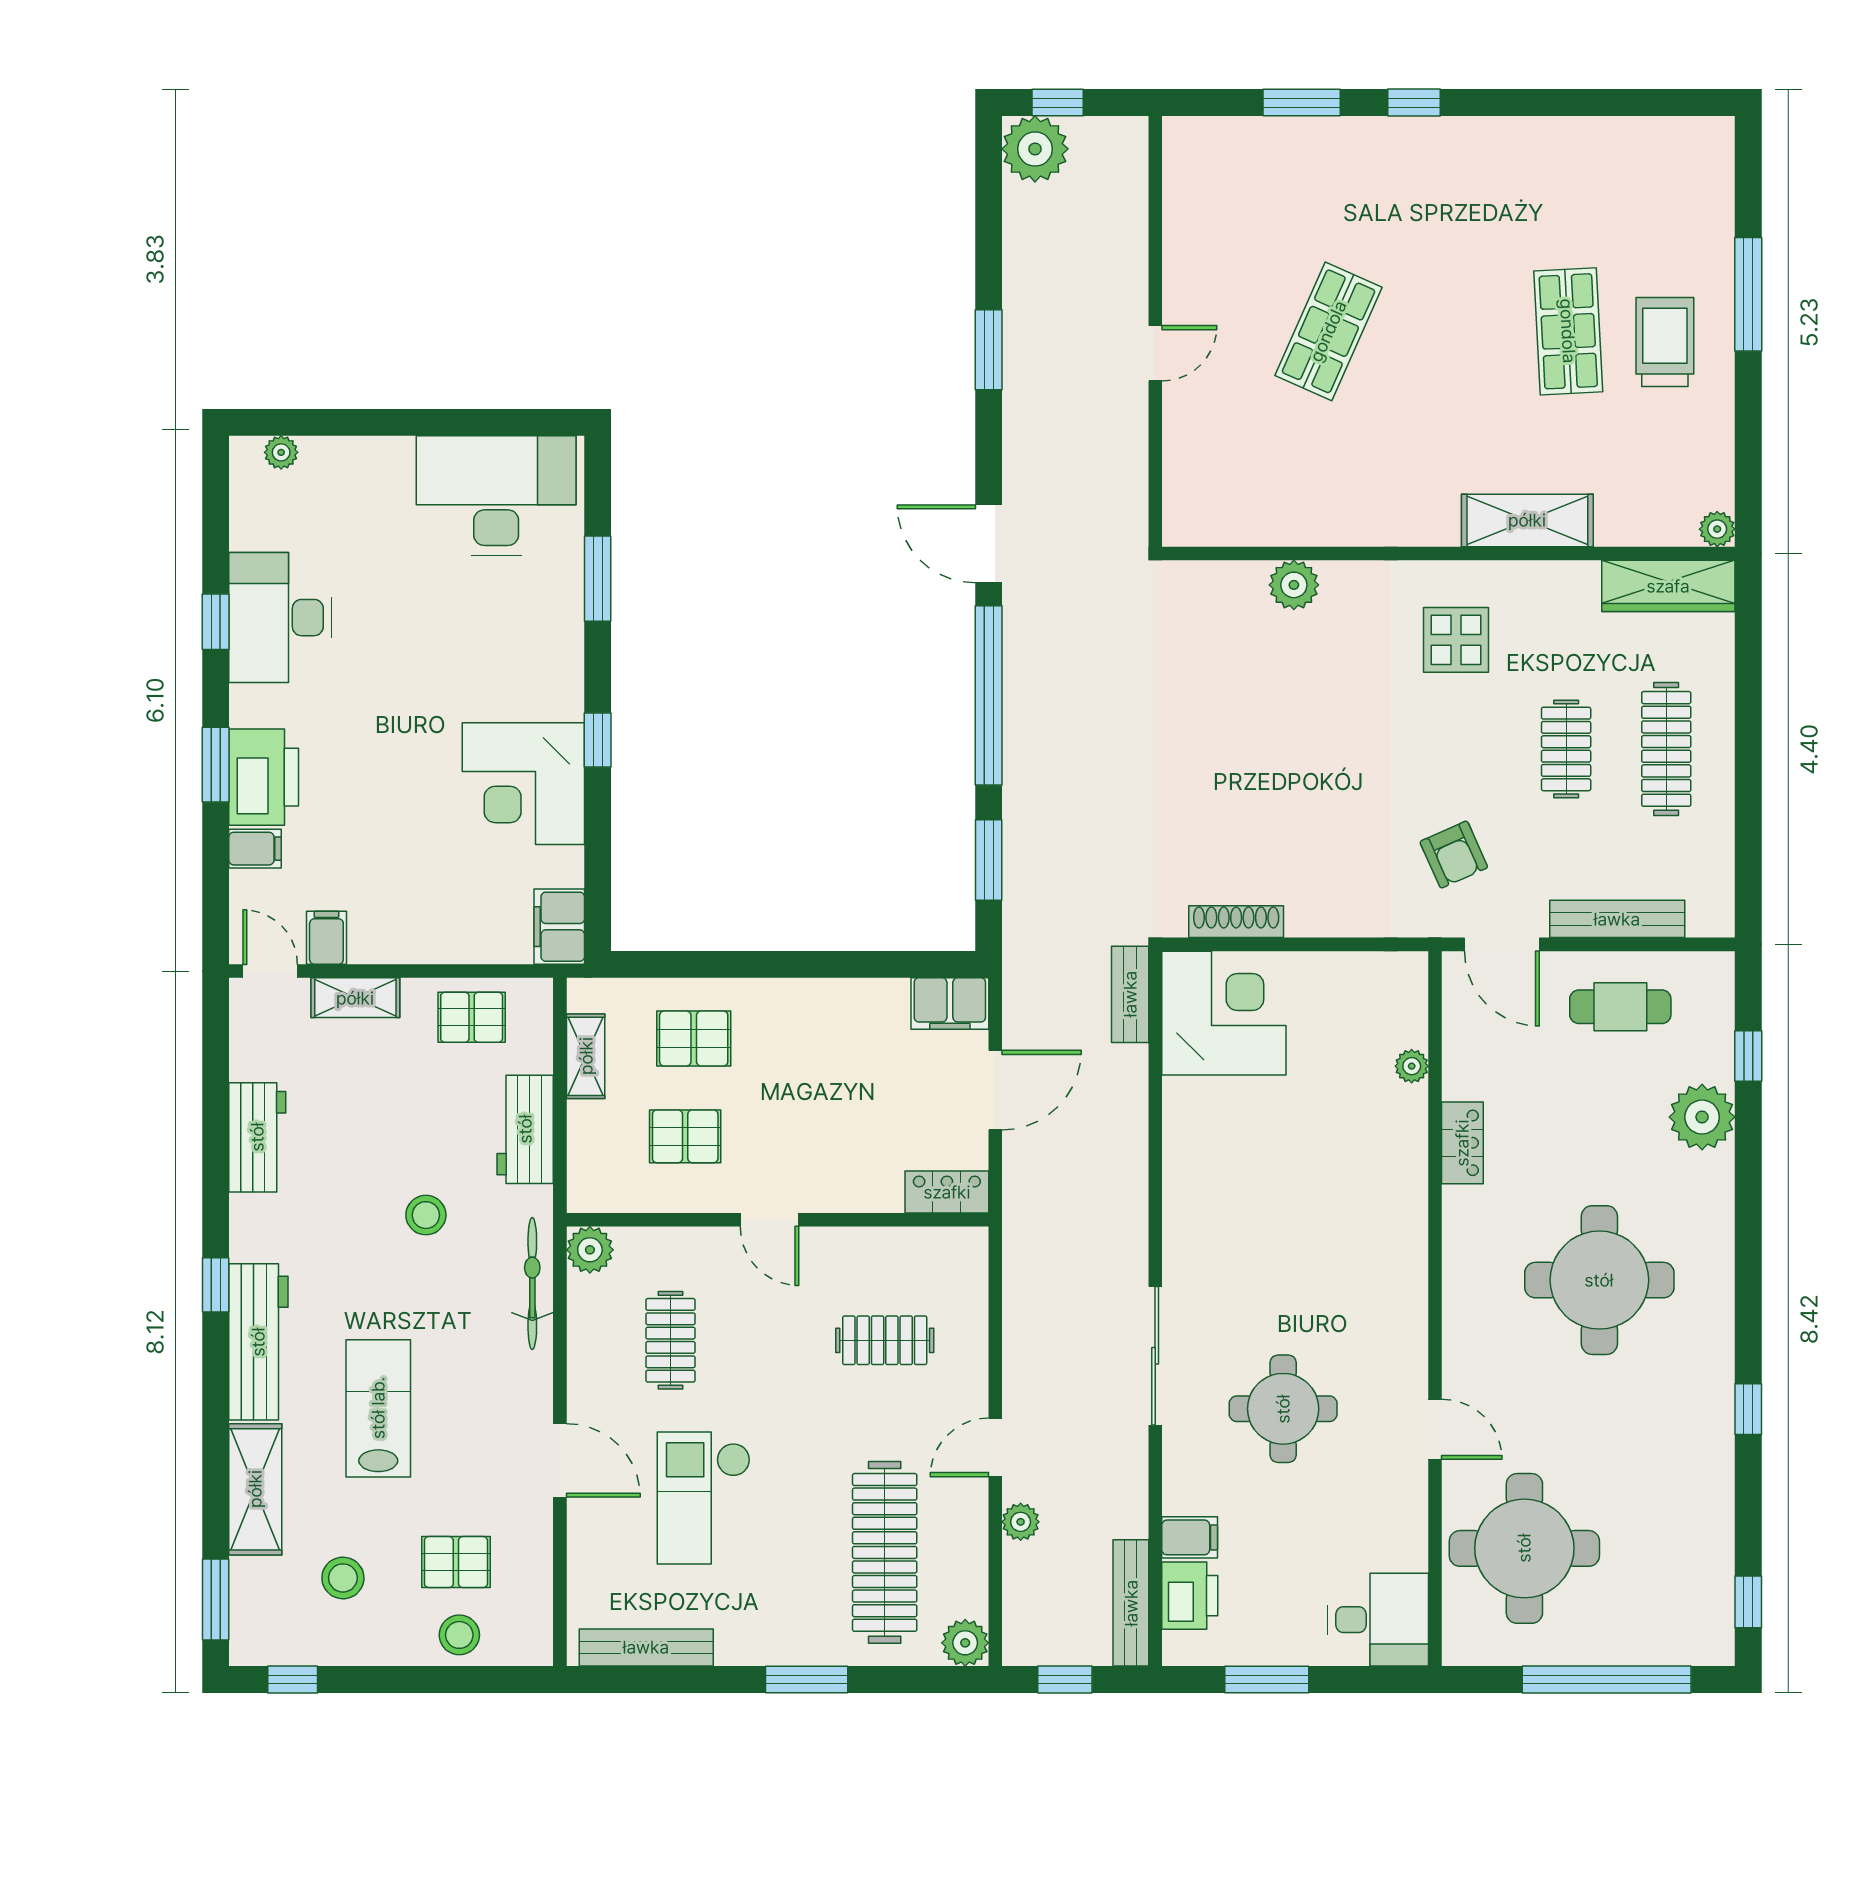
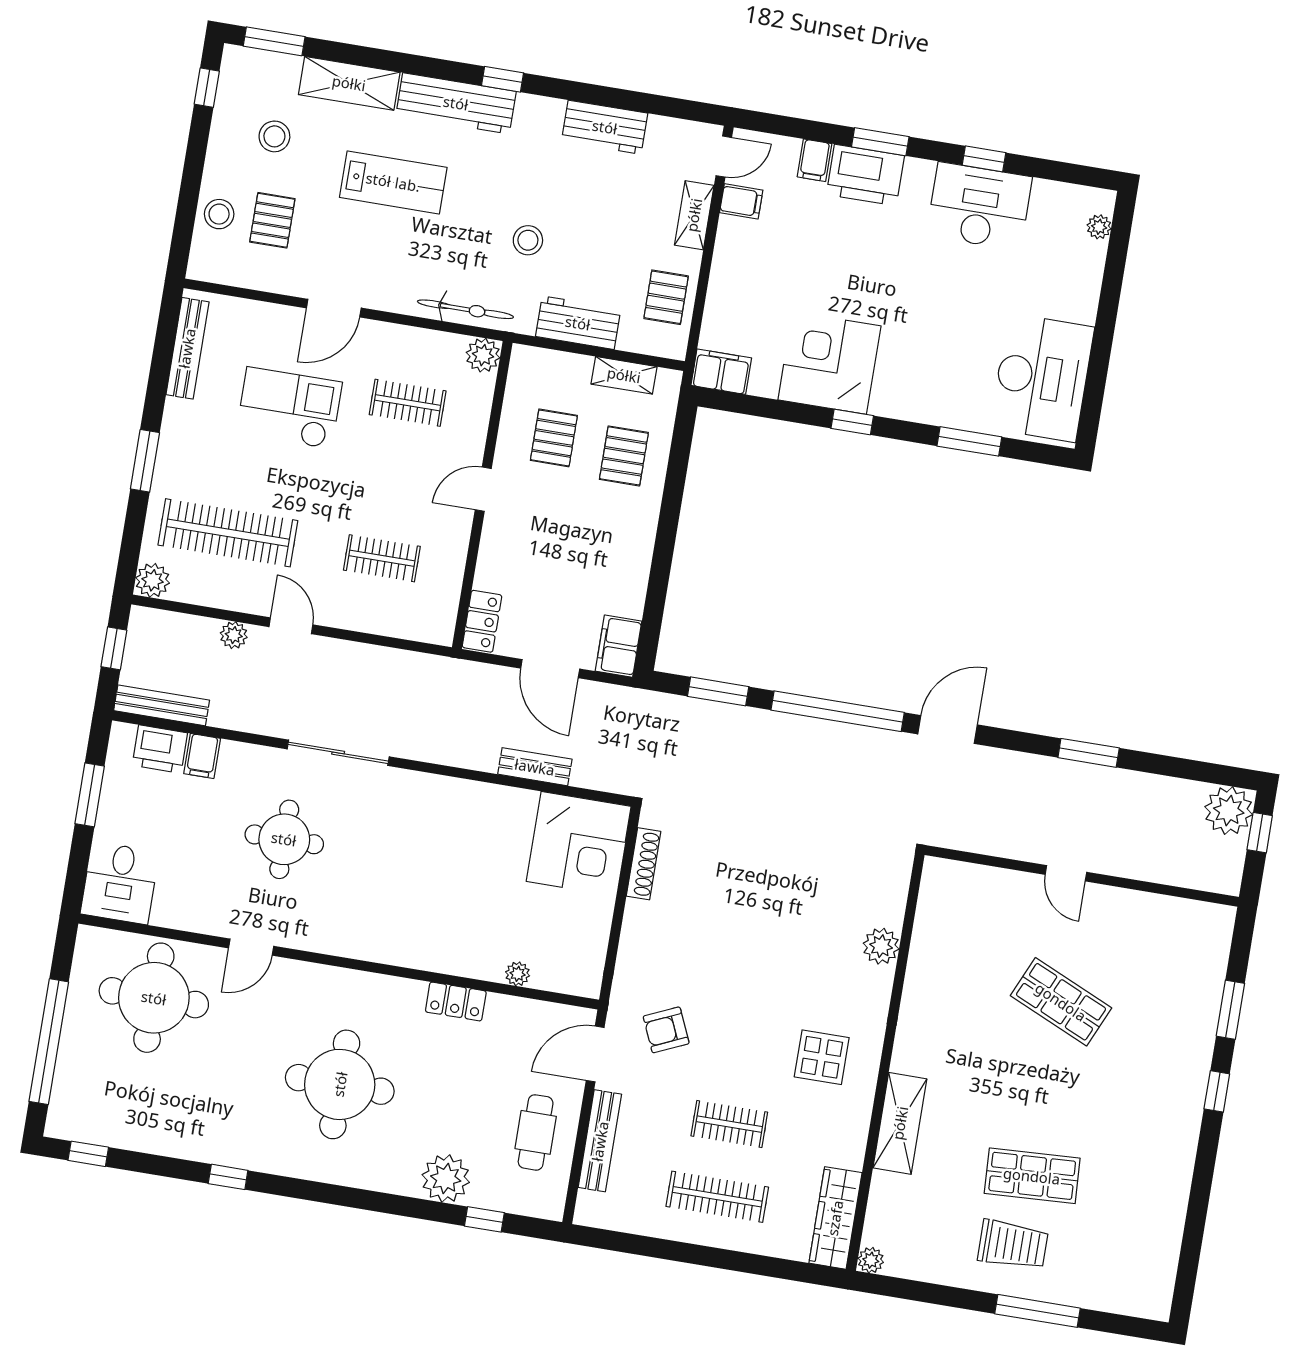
bench: (1130, 994) -> (535, 767), moved
clothes rail: (885, 1340) -> (382, 558), turned 90

